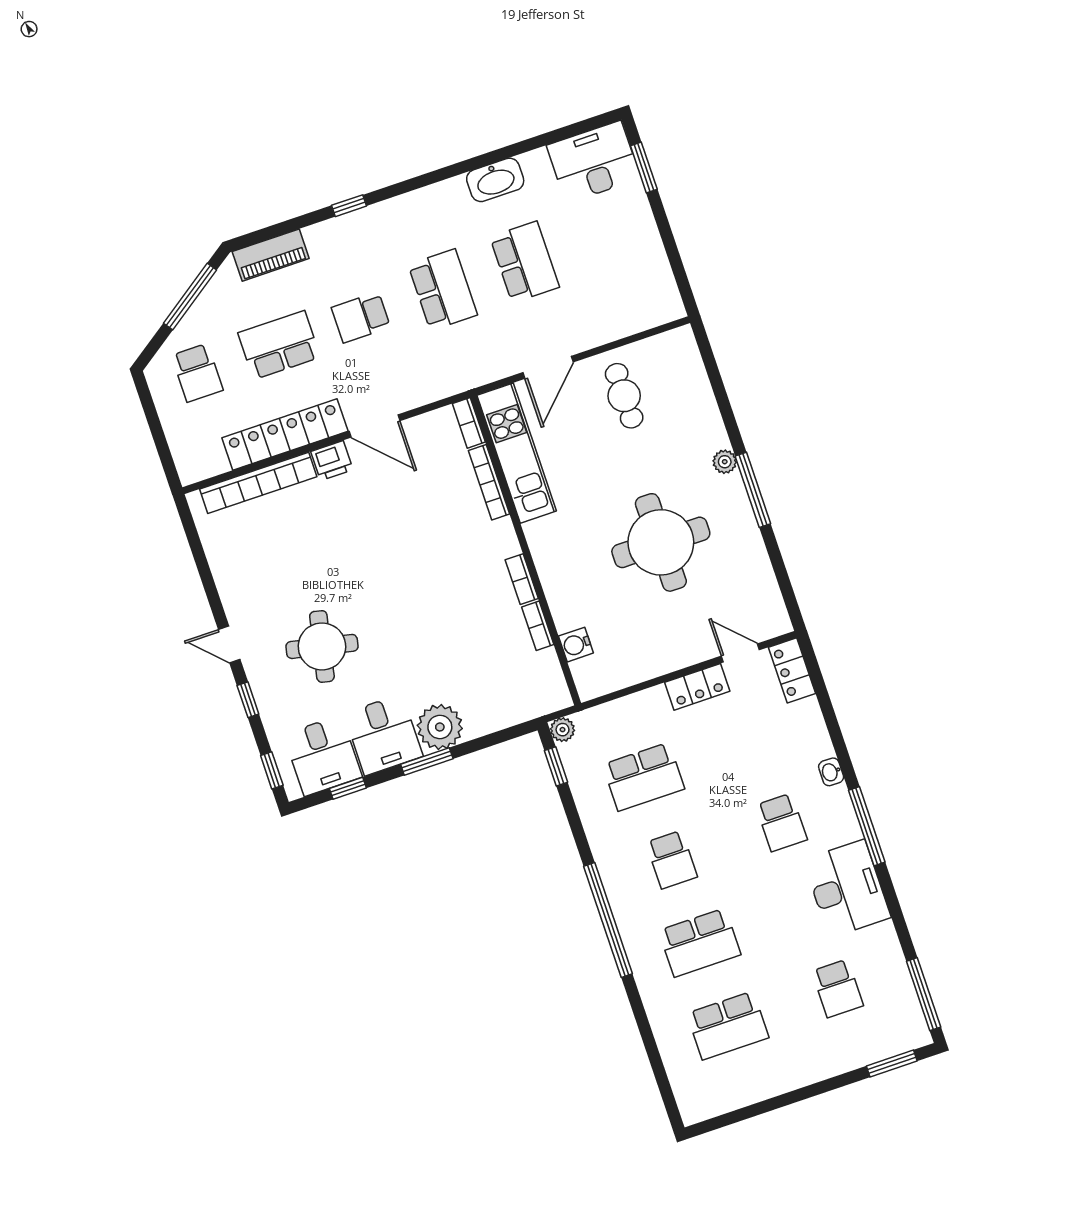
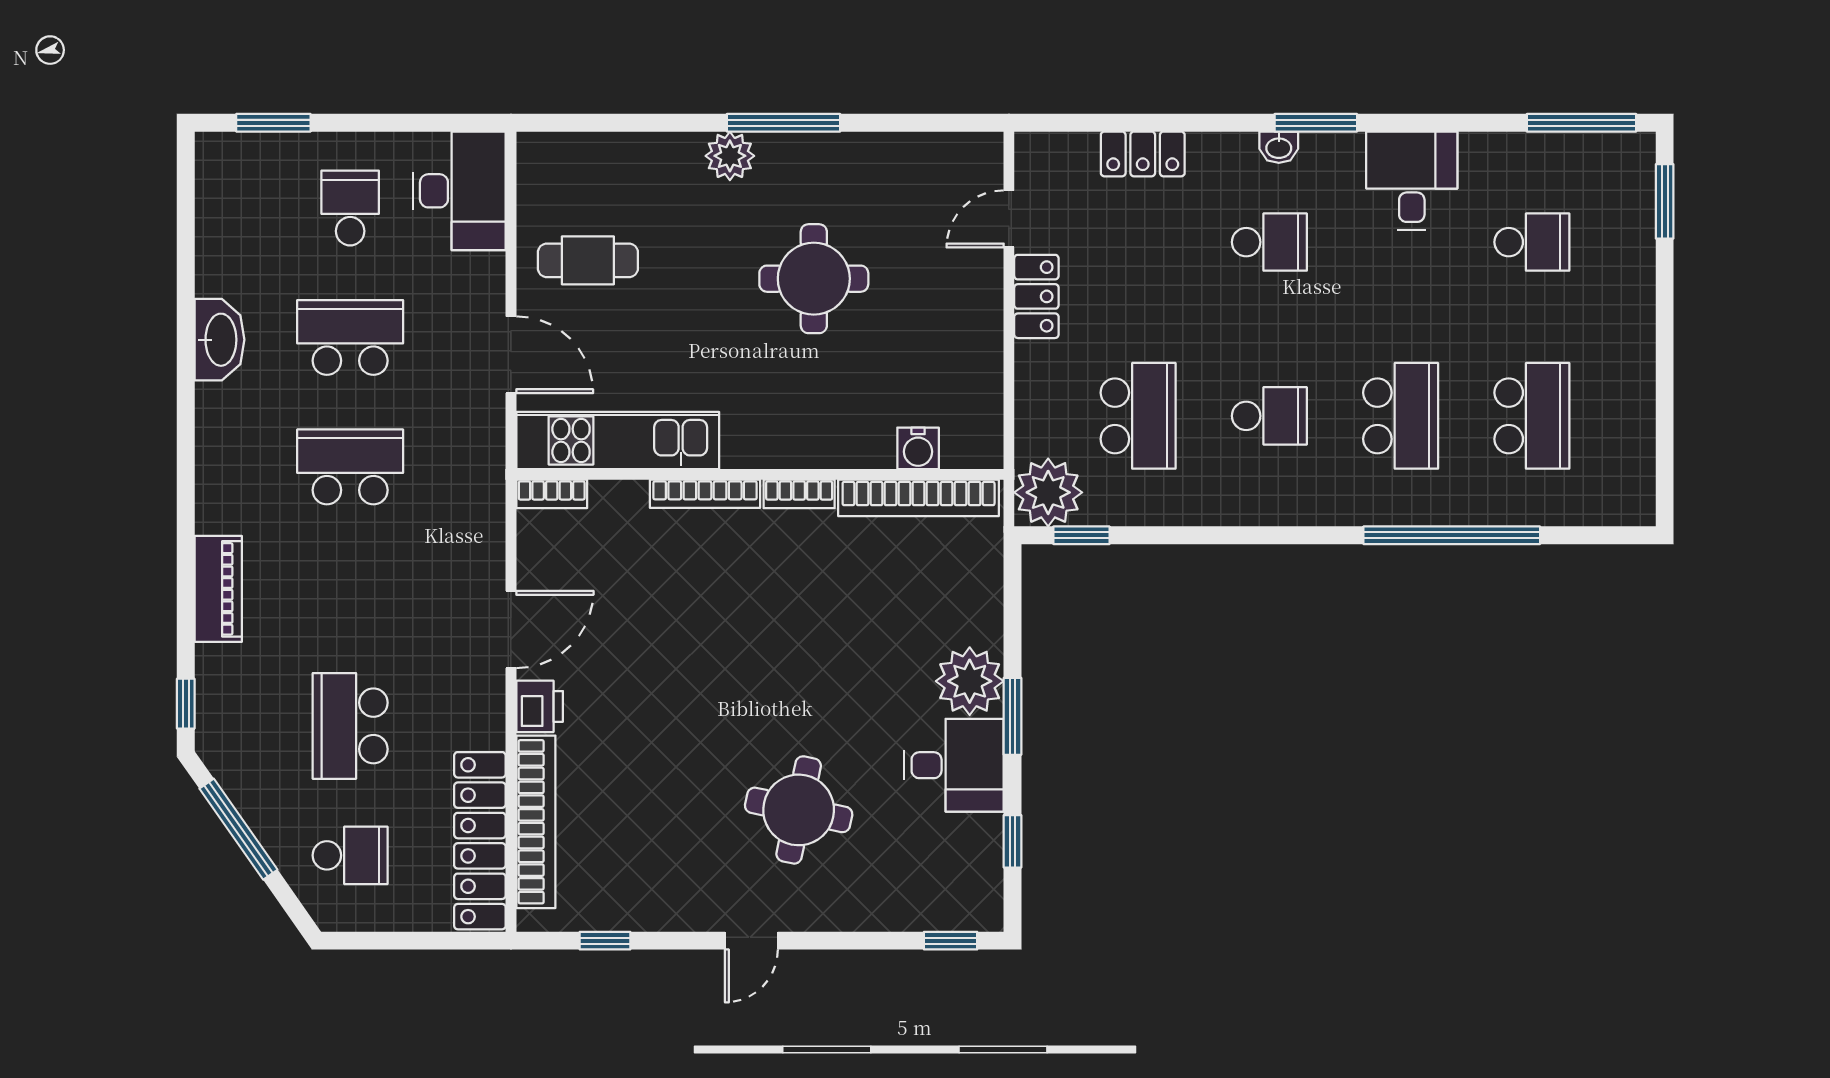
desk: (593, 162) -> (459, 191), moved, turned 180
window: (349, 206) -> (186, 704), moved
piano: (271, 255) -> (218, 589), moved
school desk: (361, 317) -> (350, 208), moved, turned 180
locker: (285, 434) -> (480, 841), moved
plant: (725, 462) -> (730, 156), width x1.38, depth x1.38
bookcase: (489, 482) -> (705, 494), moved
round table: (661, 542) -> (814, 279), width x0.73, depth x0.73
bookcase: (538, 626) -> (919, 498), width x2.31, depth x1.31
locker: (792, 670) -> (1143, 154), moved
window: (248, 700) -> (605, 941), moved
plant: (563, 730) -> (1048, 492), width x1.88, depth x1.88
desk: (323, 756) -> (954, 861), removed
washbasin: (831, 772) -> (1279, 147), moved
window: (867, 826) -> (1316, 123), width x0.69
desk: (847, 889) -> (1412, 181), width x0.73
window: (608, 920) -> (1452, 535), moved

